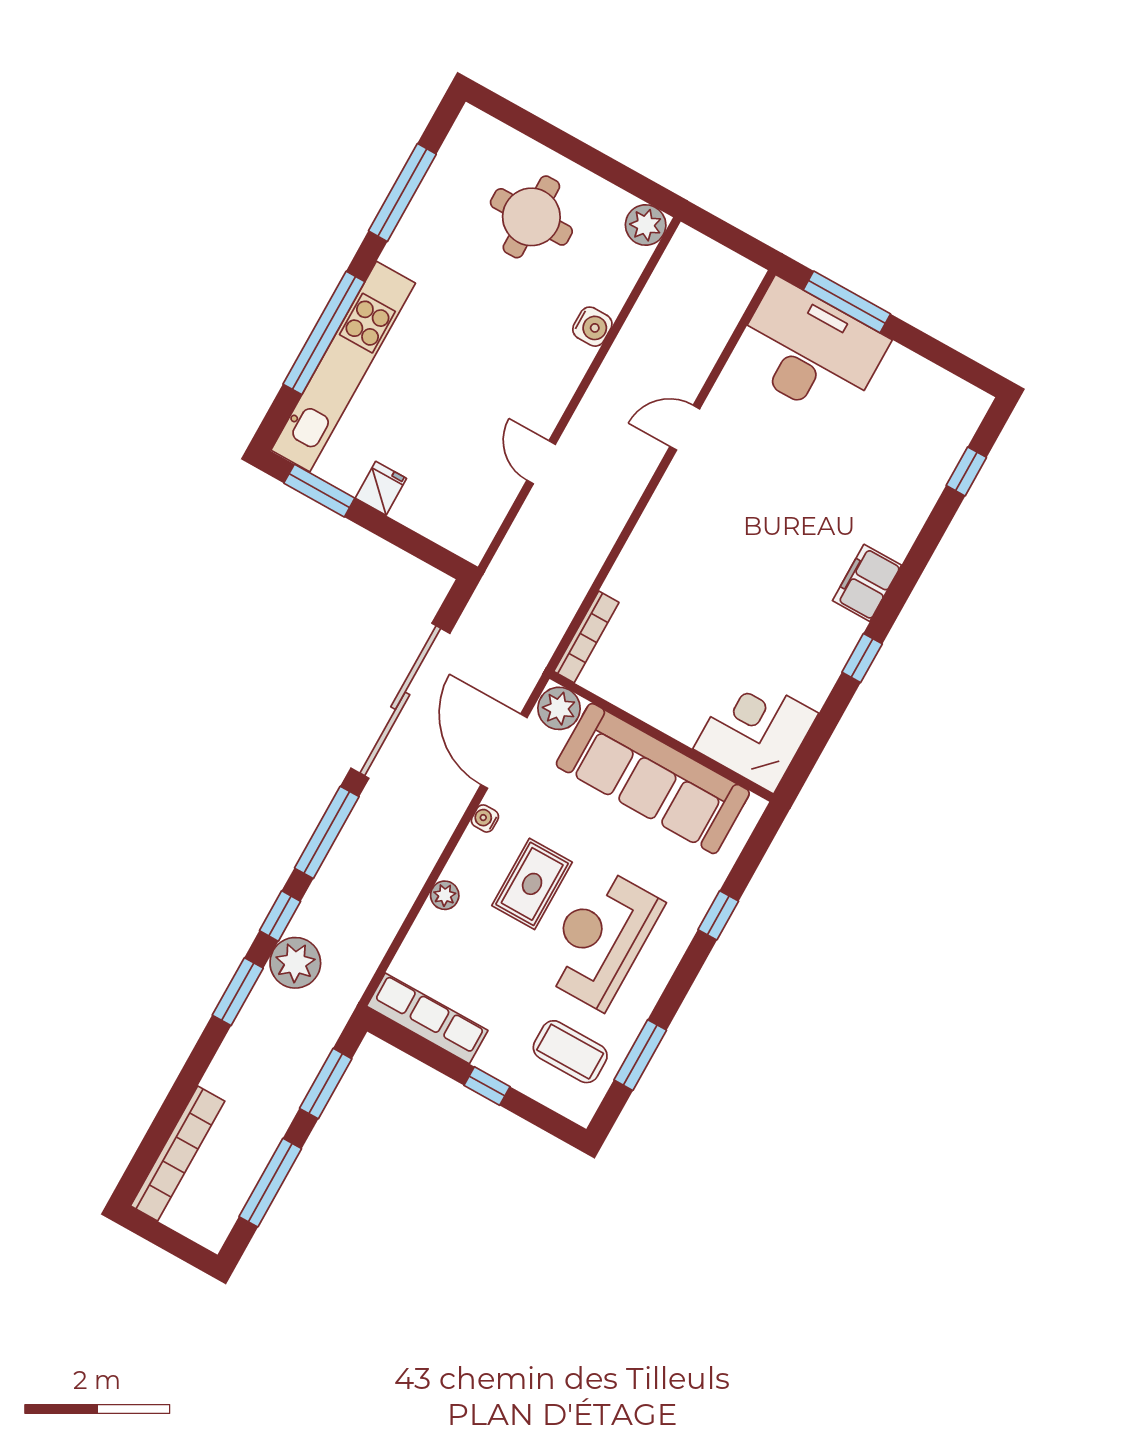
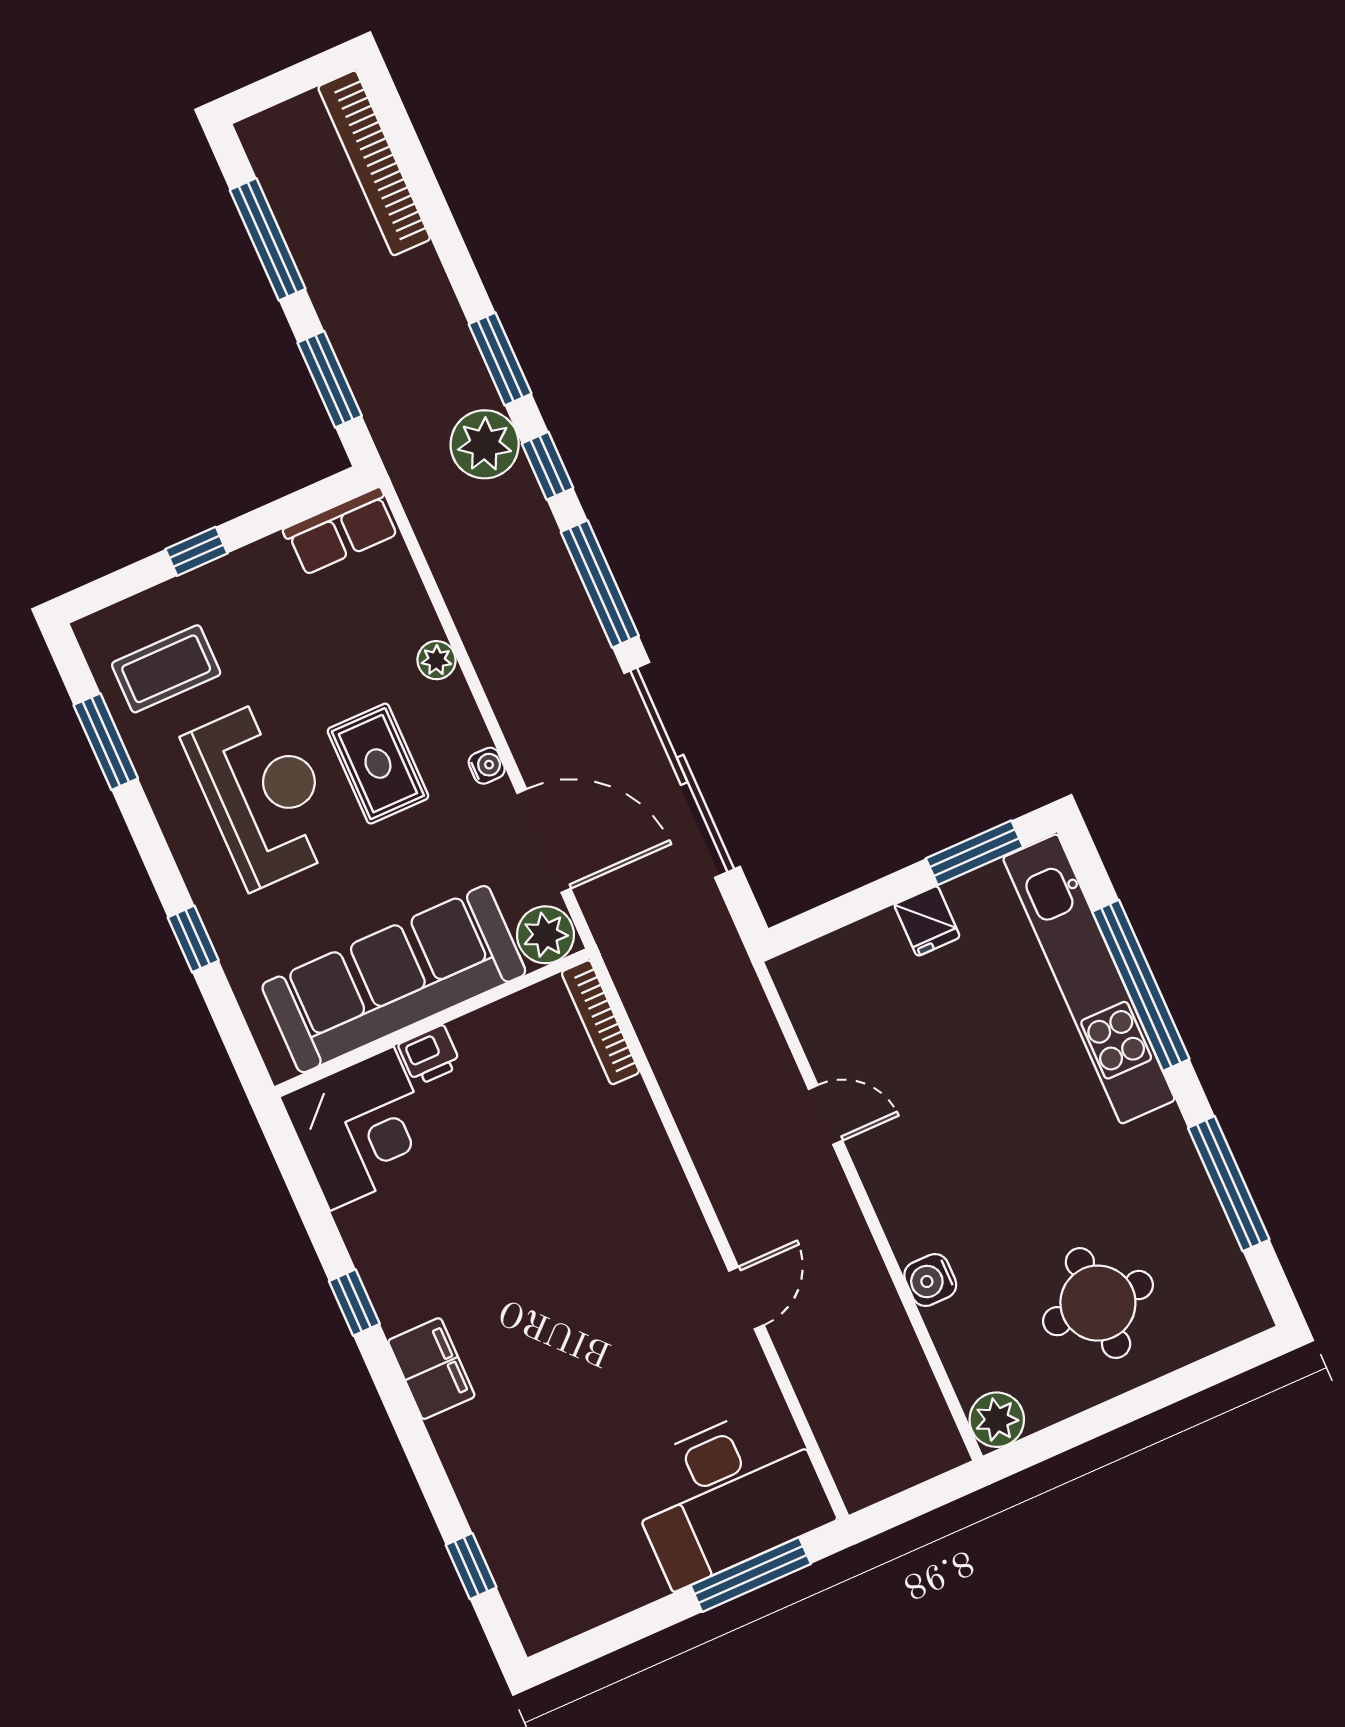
printer: (682, 723) -> (430, 1055), added
row of seats: (427, 1018) -> (341, 531), width x0.68

